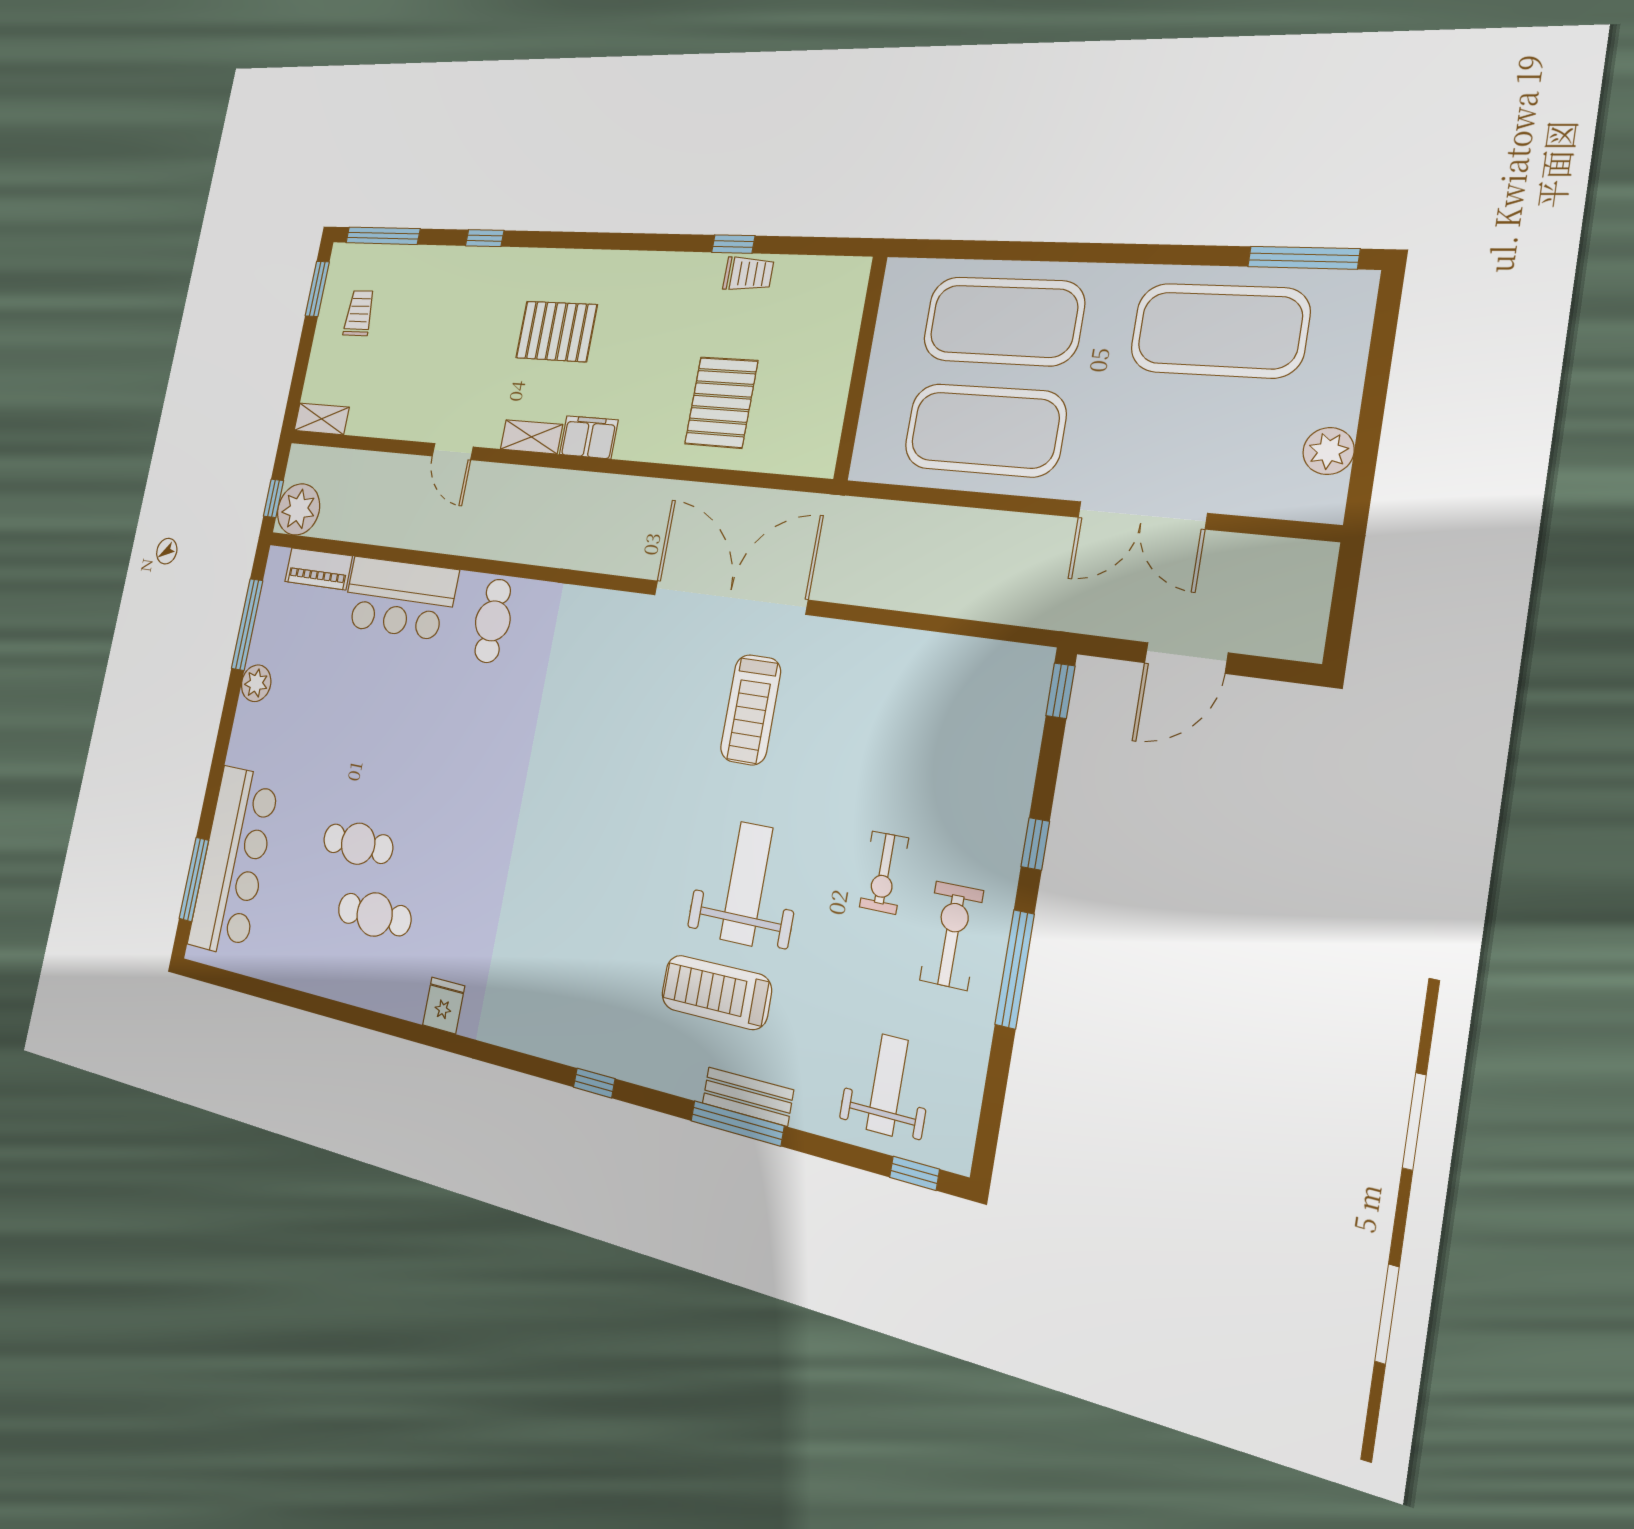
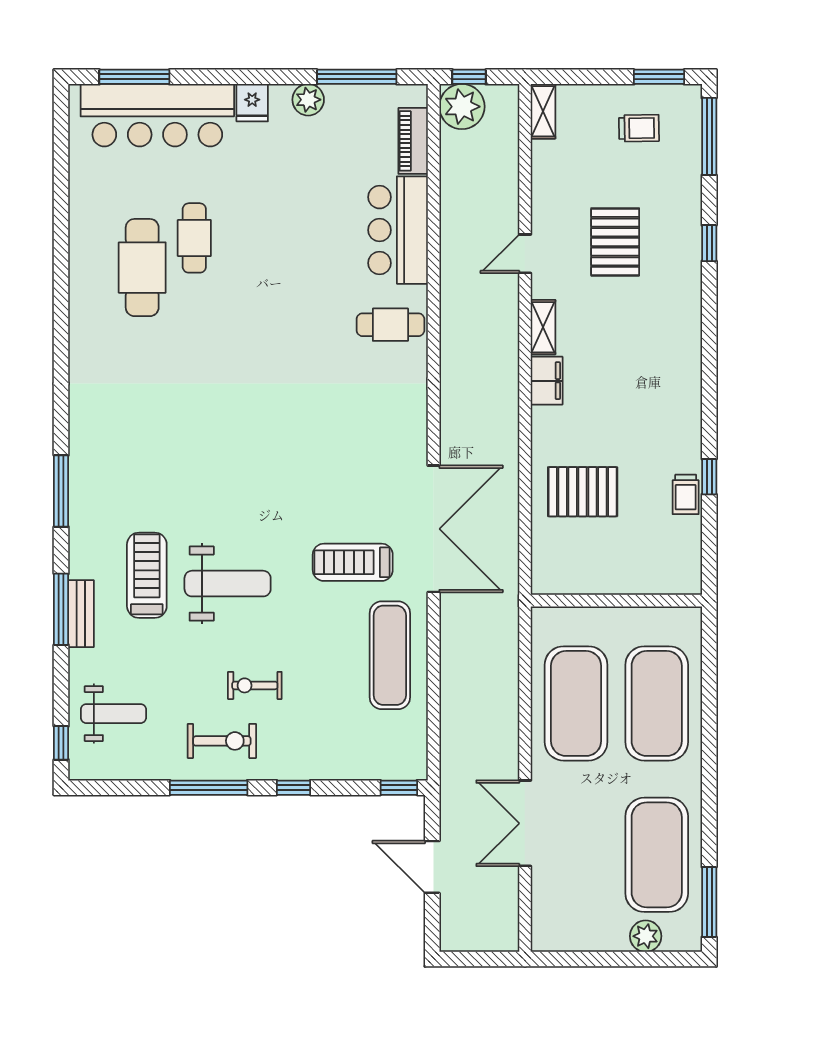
pallet: (556, 331) -> (615, 242), moved
plant: (1328, 451) -> (646, 936), moved
exercise mat: (877, 677) -> (390, 655), added
cafe table: (375, 914) -> (142, 268), width x1.37, depth x1.35
fridge: (444, 1005) -> (252, 103), moved, turned 90
window: (594, 1083) -> (61, 491), width x2.17

